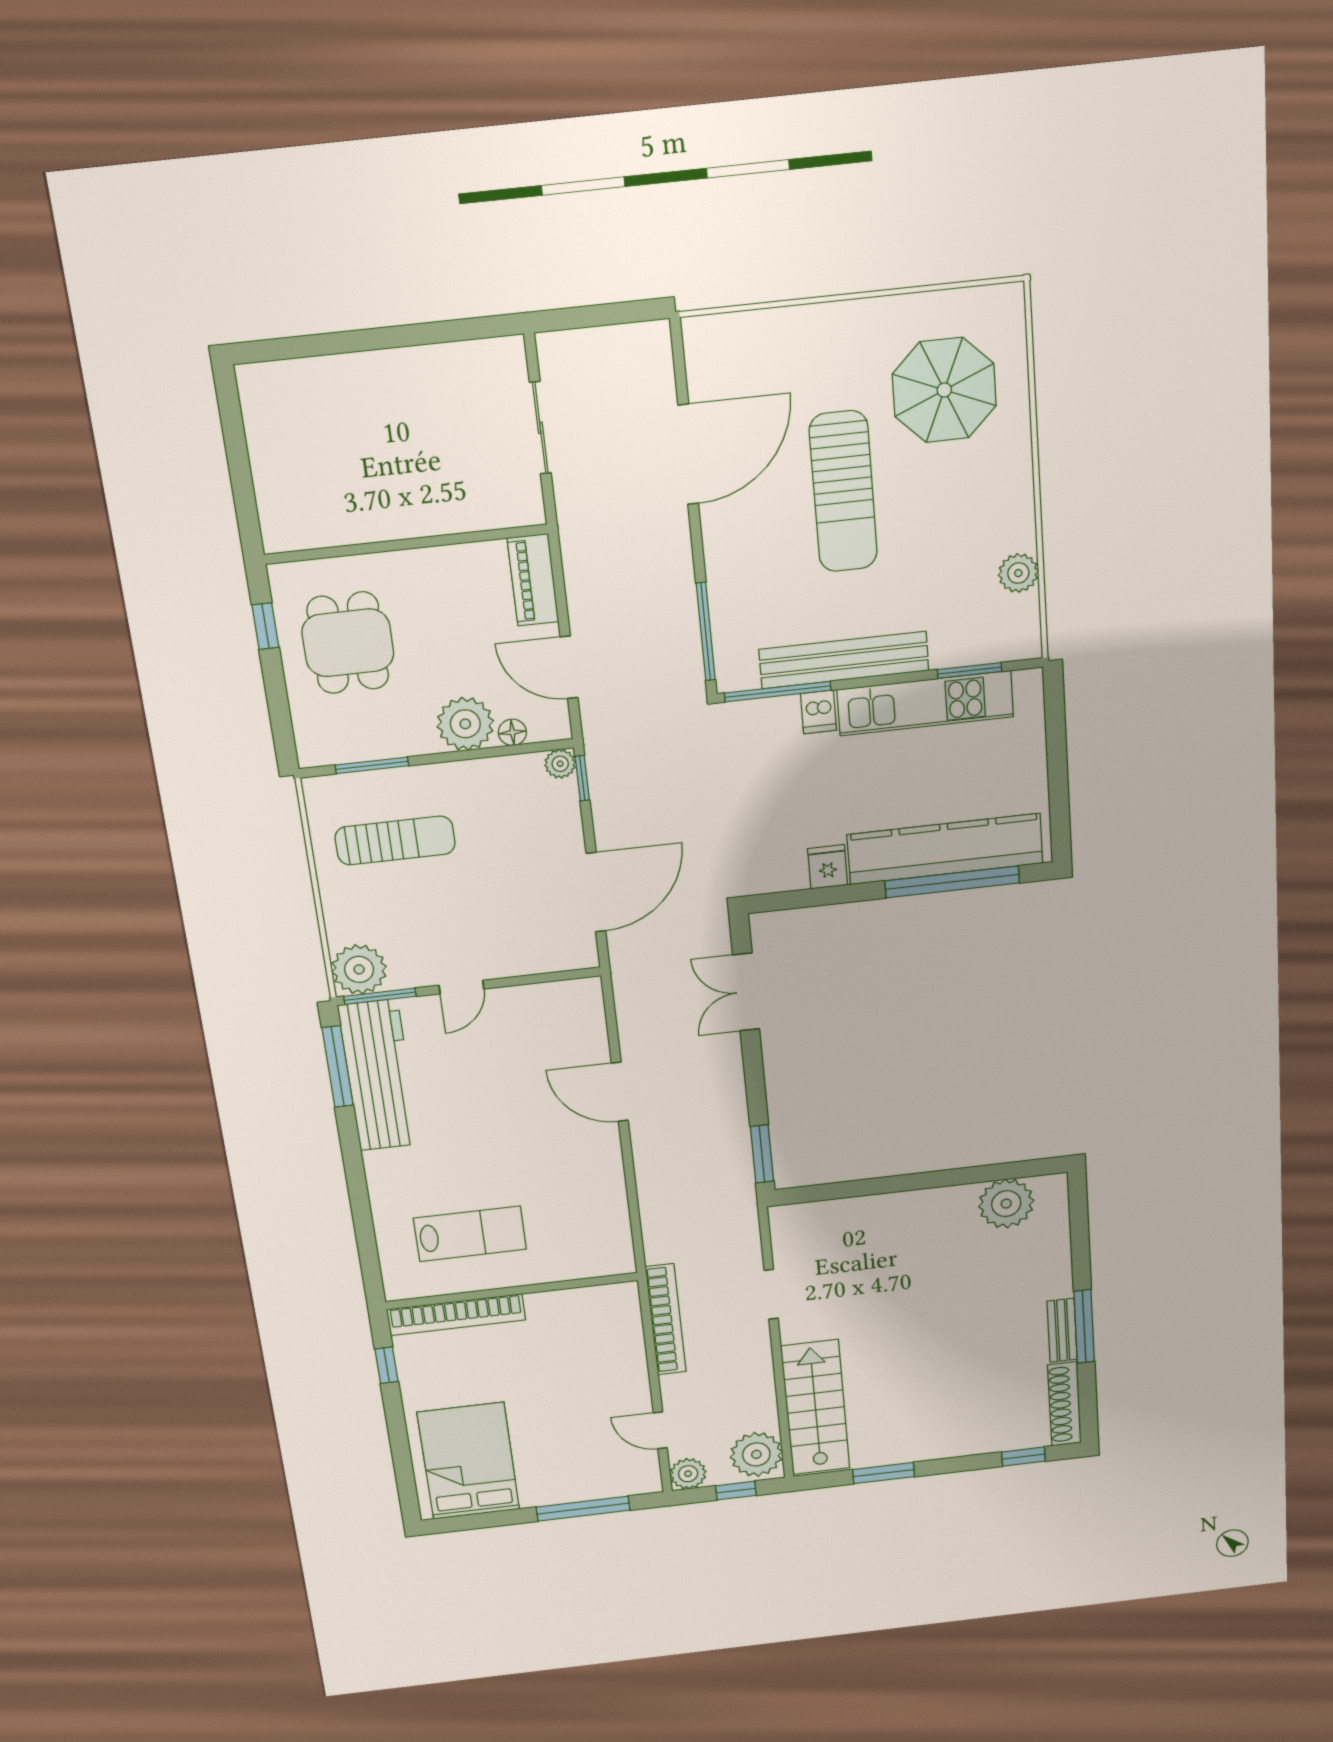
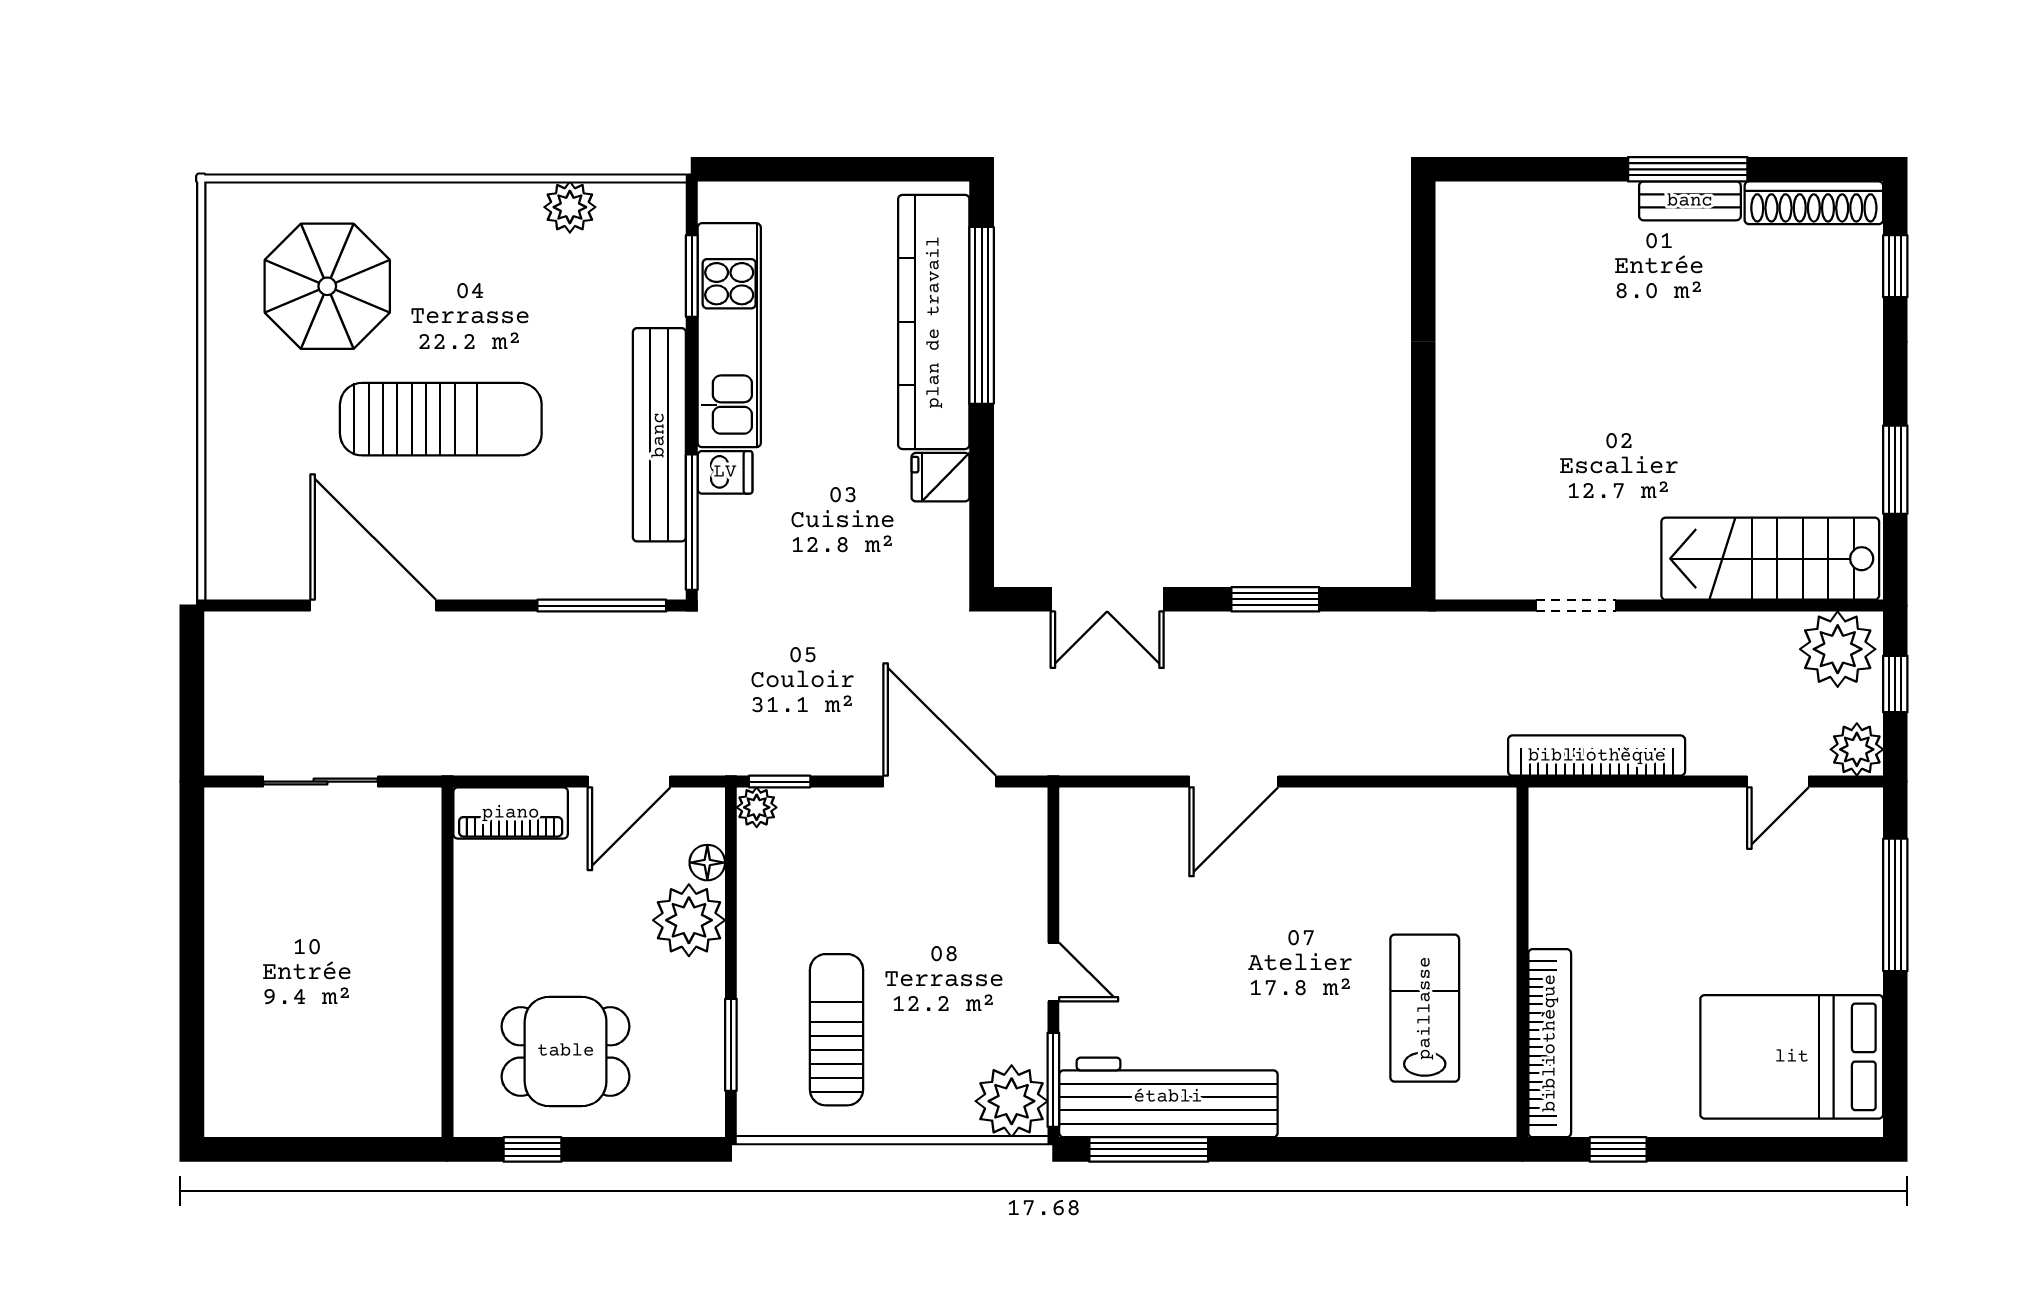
window: (762, 1154) -> (1275, 599), moved
plant: (1006, 1204) -> (1474, 269), removed

